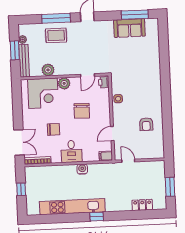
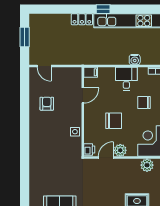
plant: (64, 83) -> (120, 150), moved
chair: (82, 111) -> (114, 121), turned 89
door: (128, 161) -> (44, 66), moved
water cooler: (82, 169) -> (135, 60), moved
locker: (142, 205) -> (82, 19), moved

